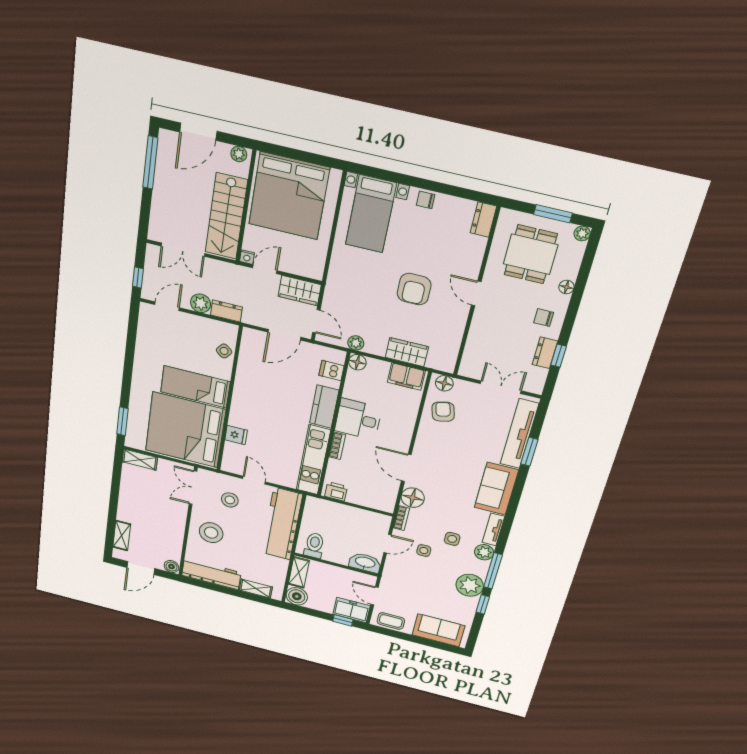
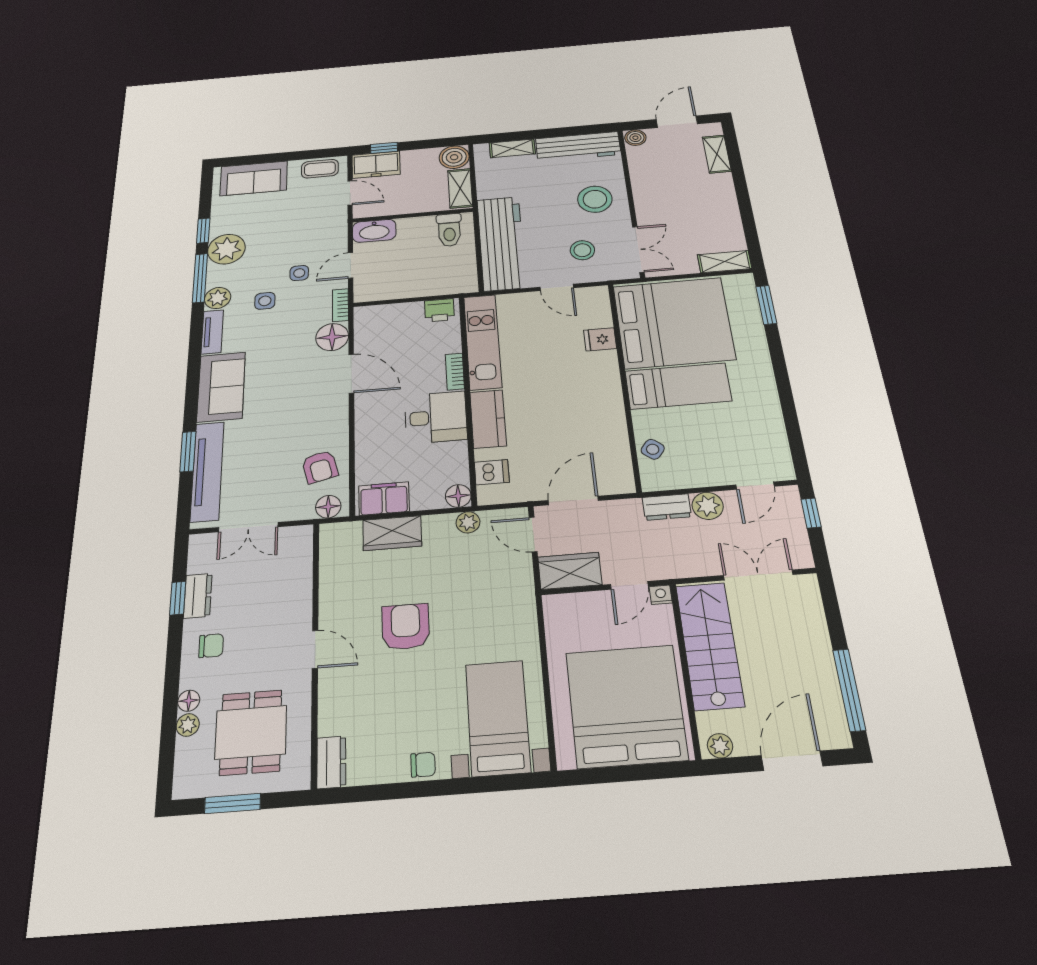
plant: (582, 233) -> (188, 725), moved

